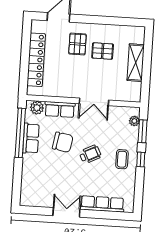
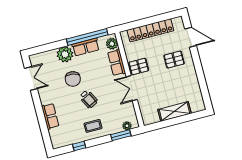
pallet: (103, 51) -> (139, 66), moved, turned 90
chair: (63, 142) -> (73, 79), moved
window: (141, 160) -> (79, 146), moved
plant: (32, 164) -> (65, 54), added
row of seats: (102, 204) -> (50, 116), width x0.68
double door: (66, 212) -> (31, 78), moved

